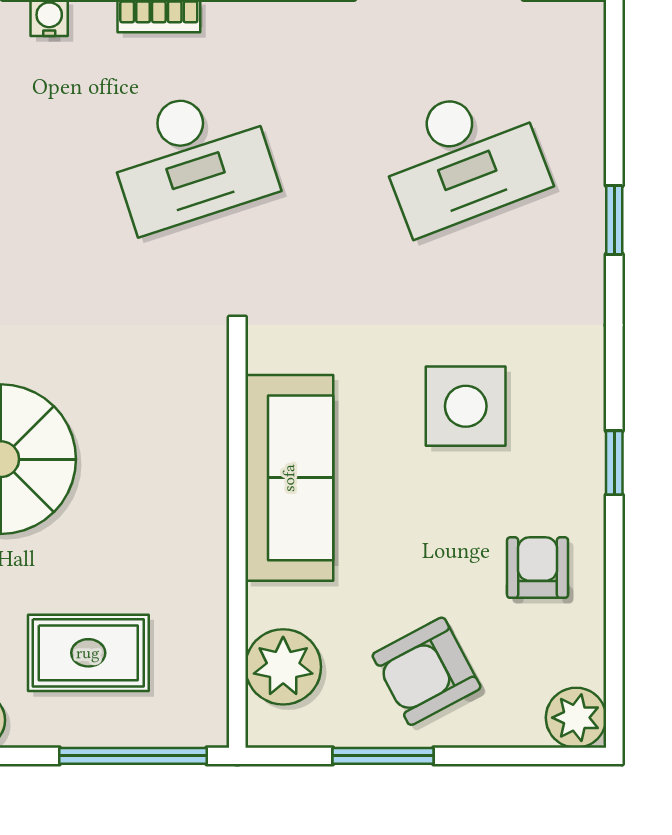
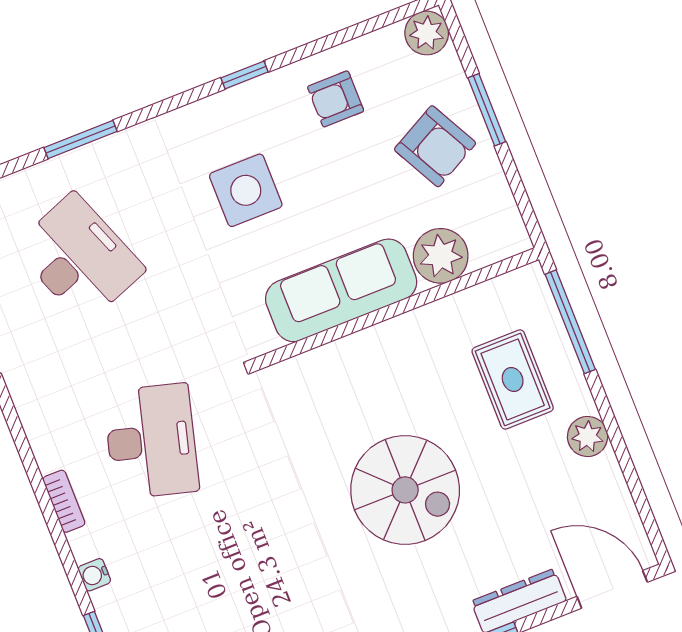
desk: (192, 158) -> (151, 441), turned 33
window: (614, 220) -> (81, 140), width x1.50
plant: (283, 667) -> (441, 256), moved
window: (383, 756) -> (487, 110), moved

